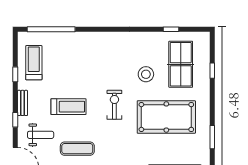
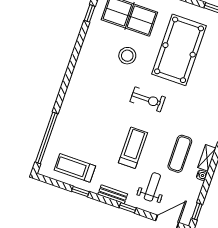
exercise bike: (114, 105) -> (148, 99), turned 180

